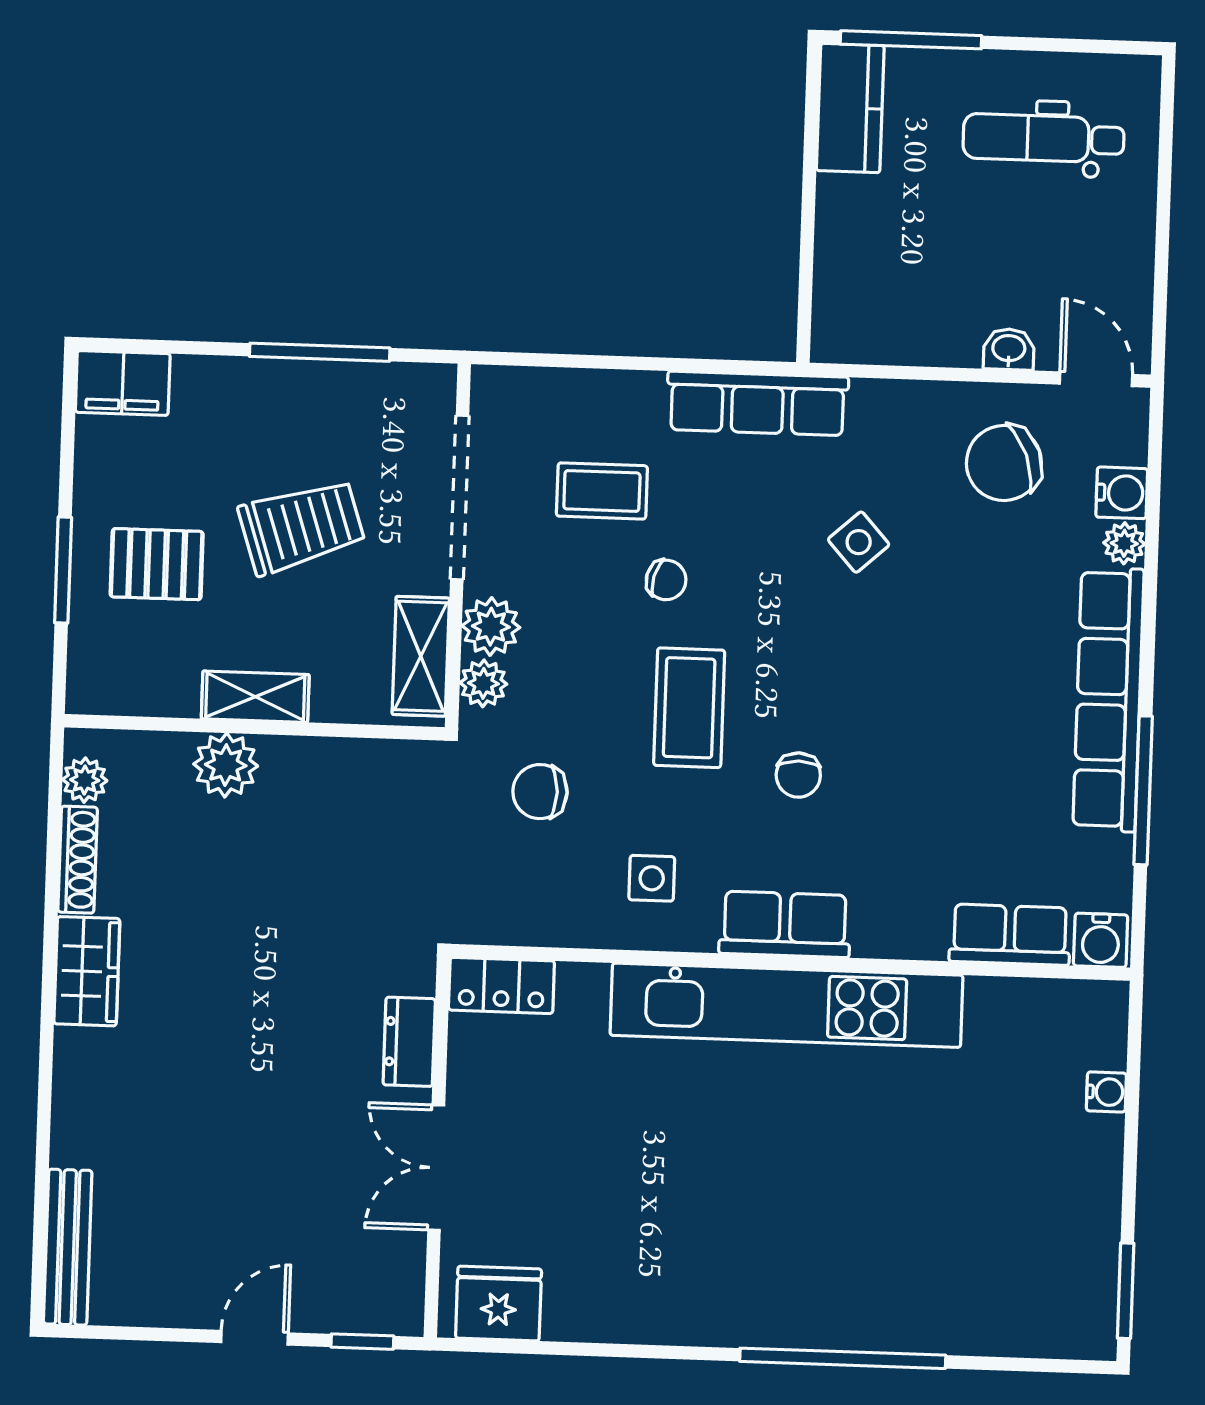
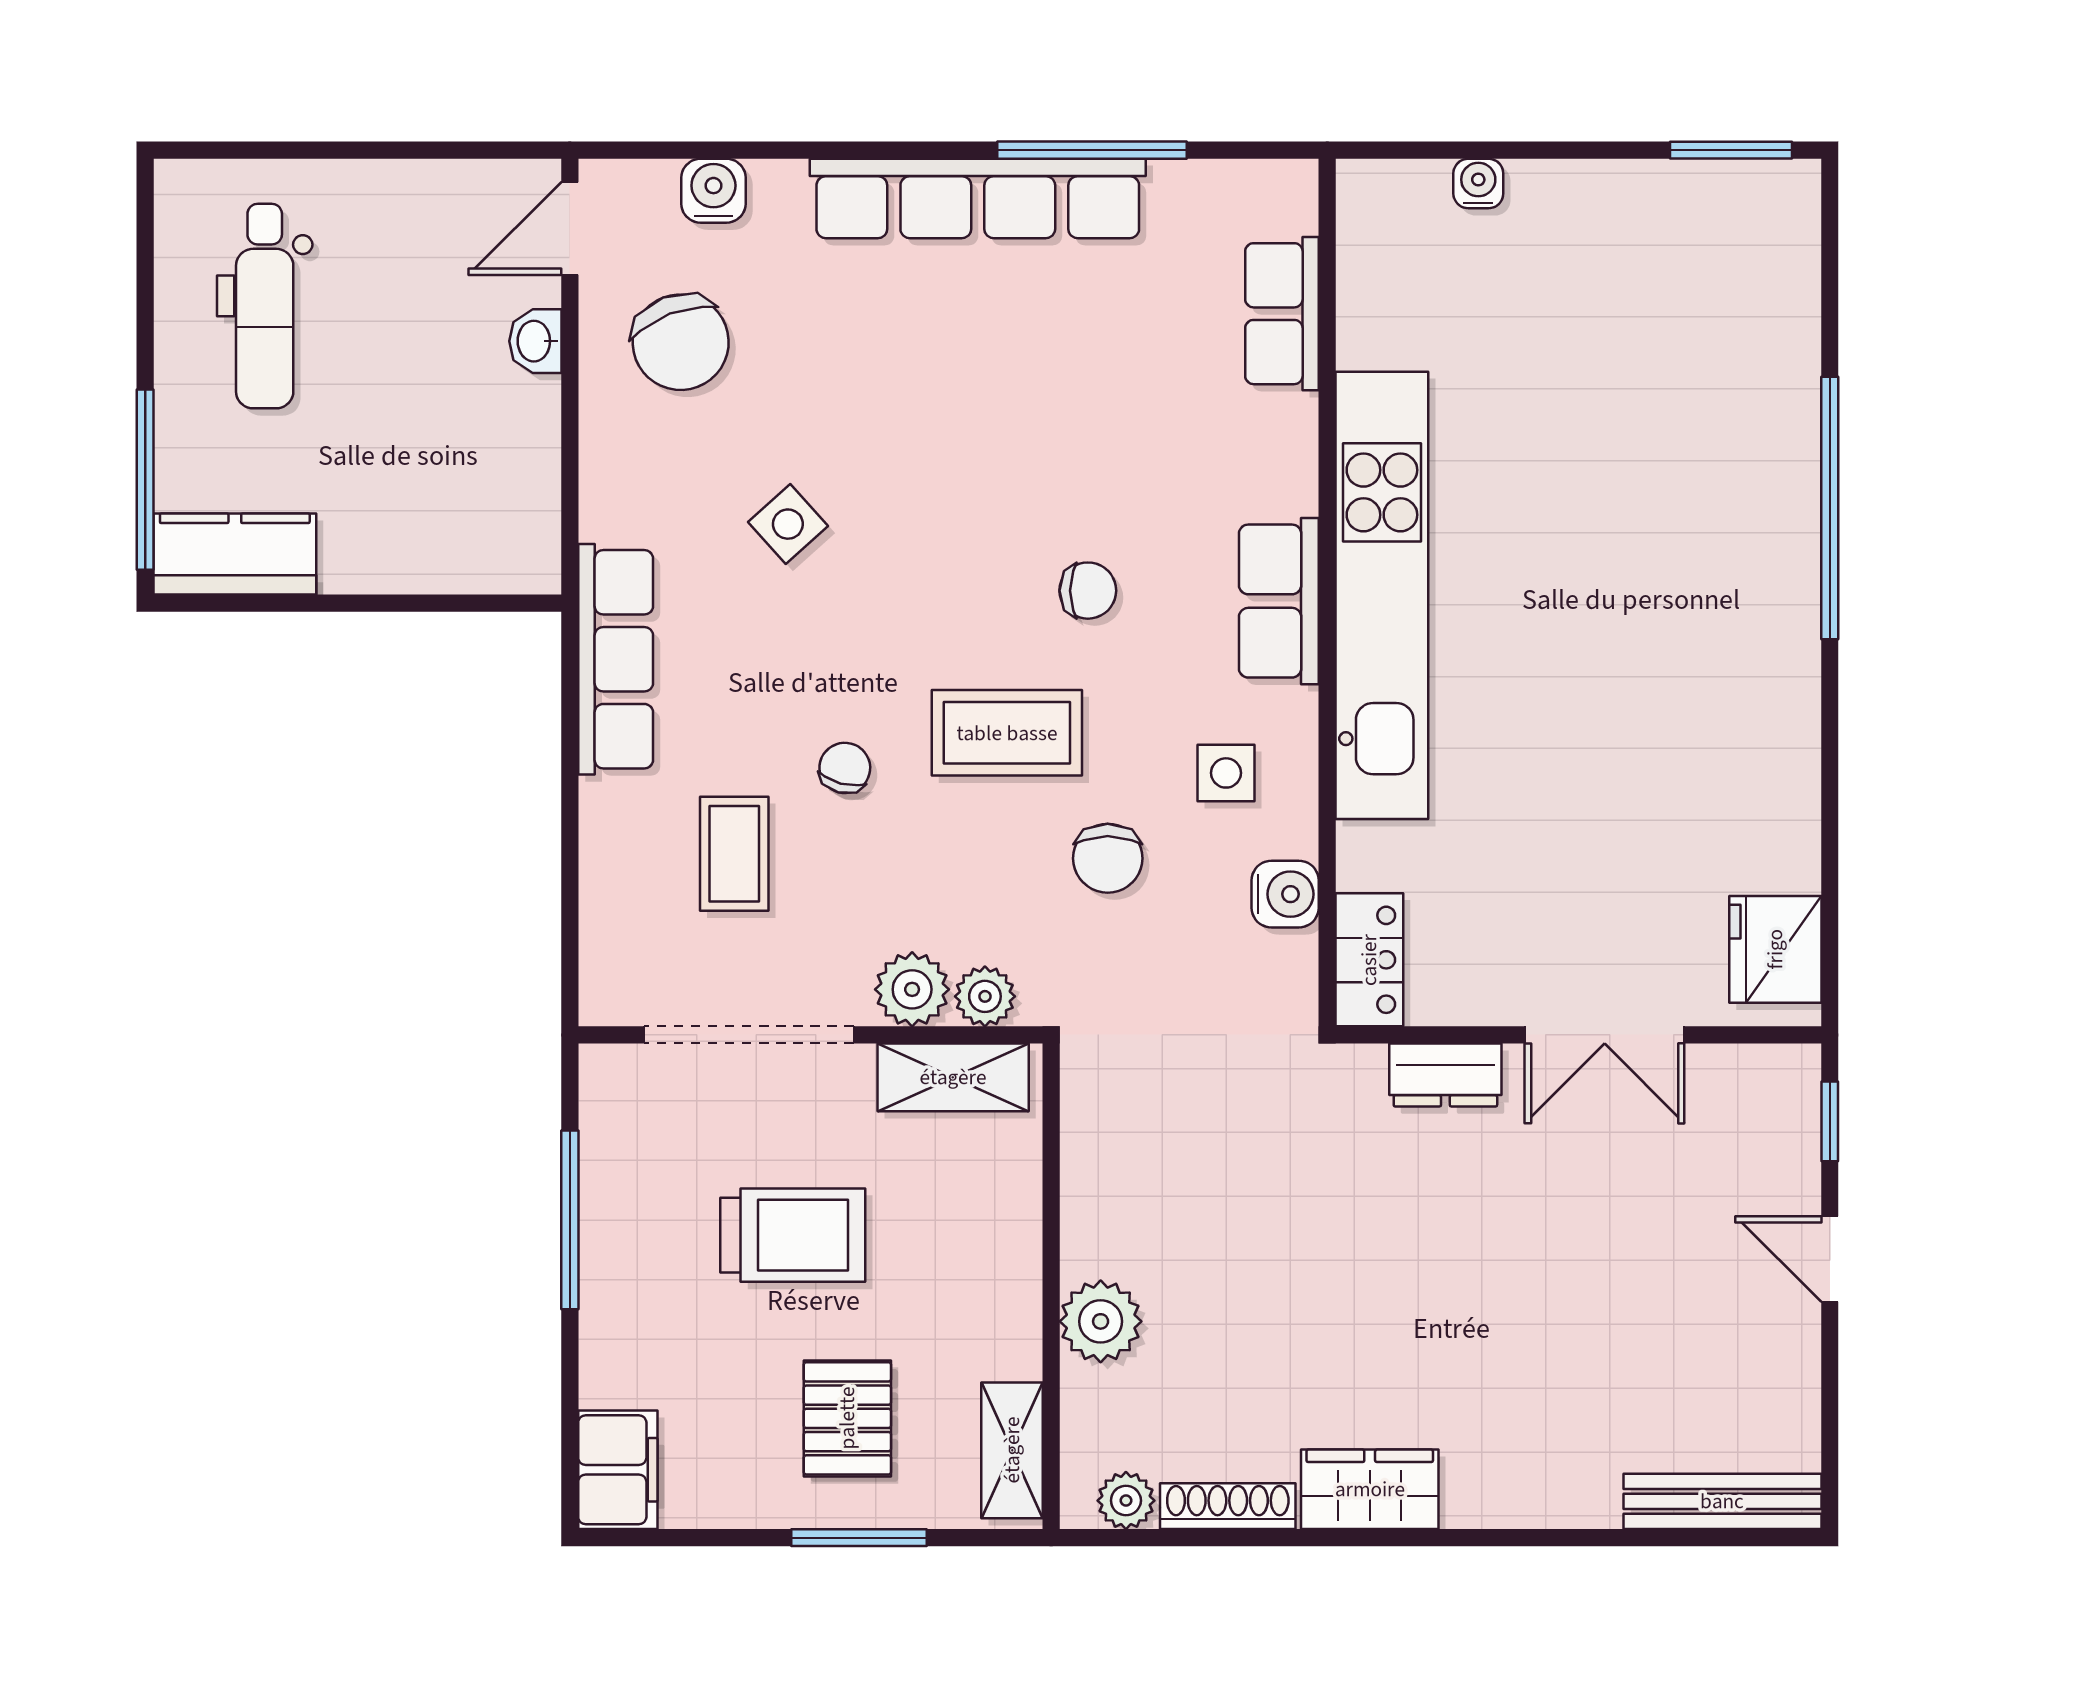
trolley: (302, 526) -> (793, 1235), turned 108
plant: (1124, 543) -> (778, 185), removed
shelving: (255, 697) -> (1012, 1450), moved
chair: (540, 792) -> (1108, 858), moved
water cooler: (1101, 940) -> (1285, 894), moved

